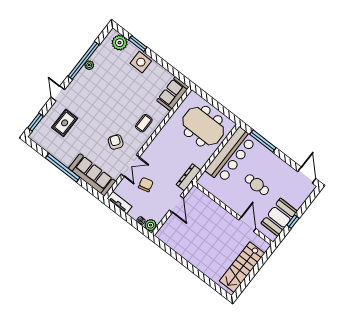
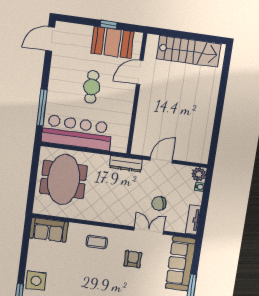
armchair: (116, 142) -> (133, 259), turned 145

